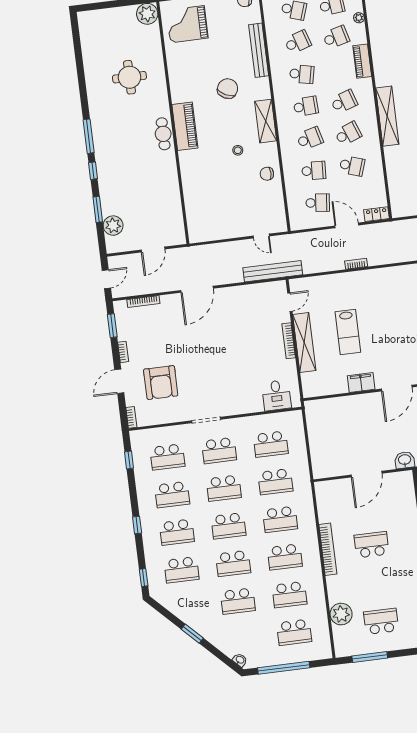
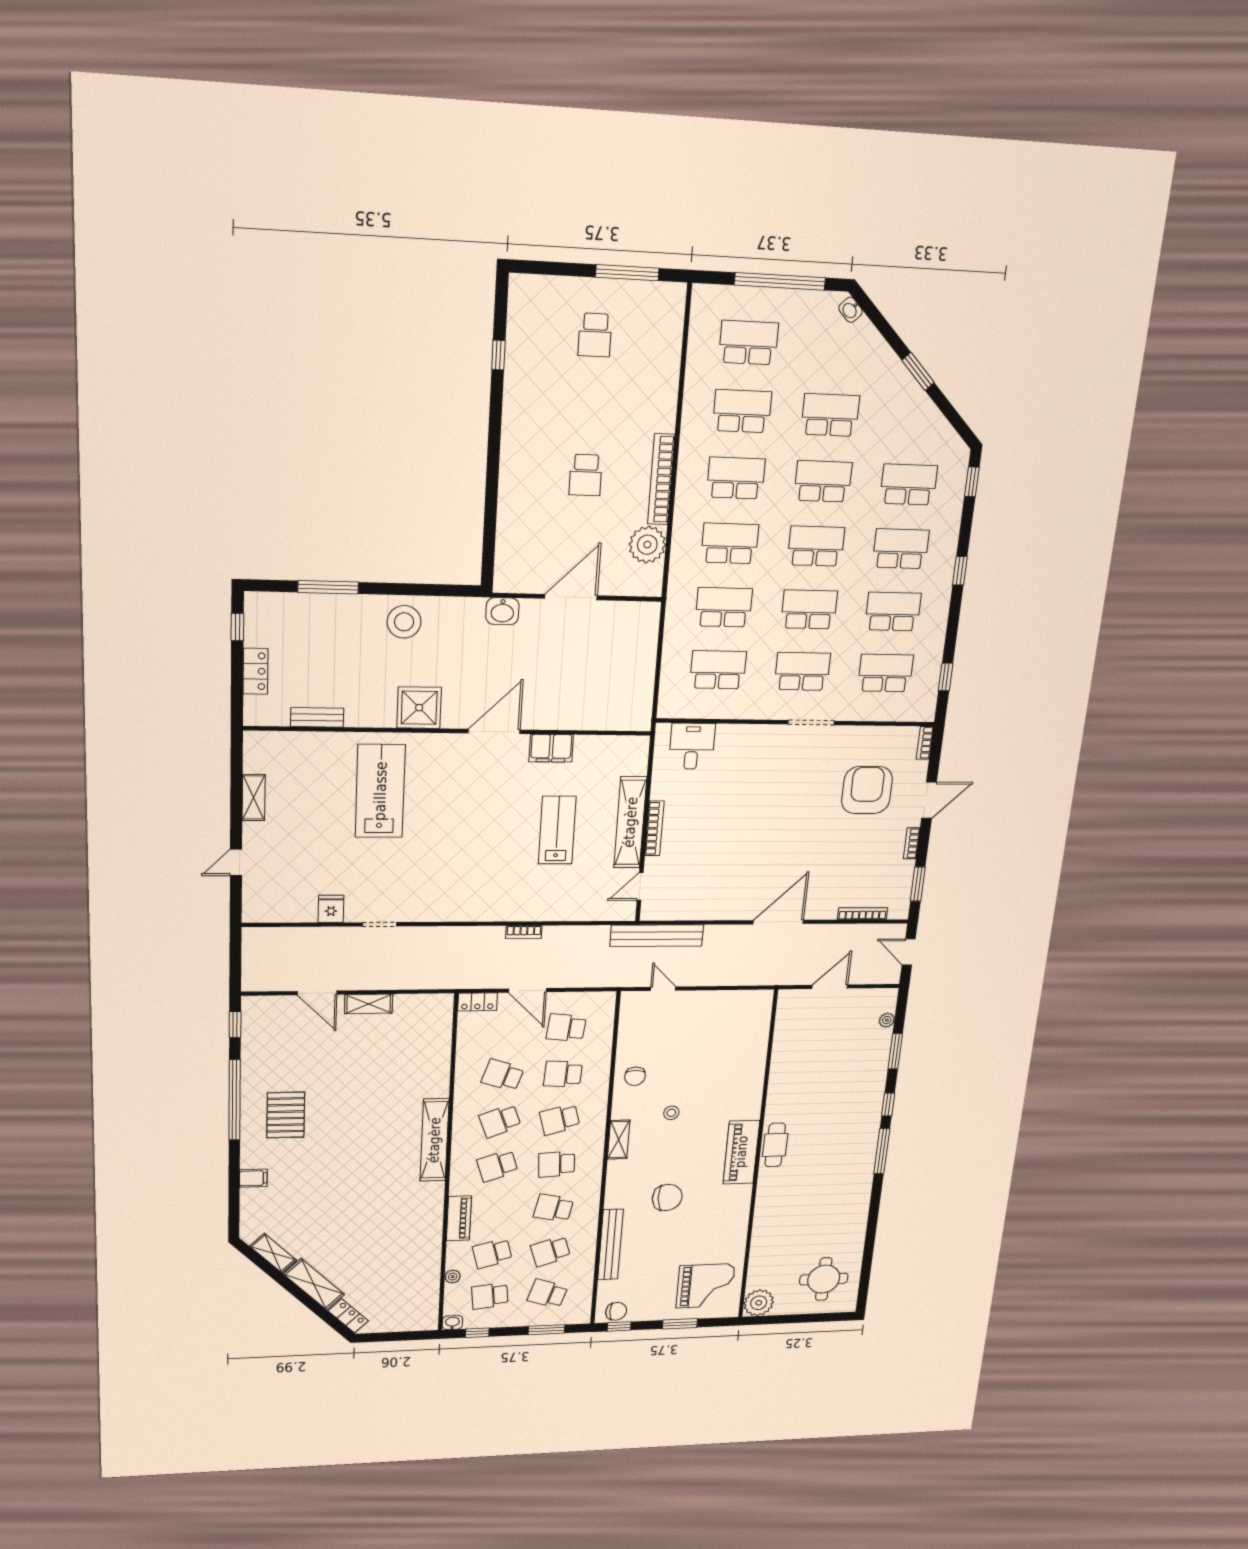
round table: (129, 77) -> (824, 1279), moved
chair: (228, 89) -> (667, 1197), turned -120
shelving: (266, 121) -> (619, 1140), width x0.67, depth x0.75
chair: (267, 174) -> (635, 1076), turned 90
plant: (113, 226) -> (887, 1020), width x0.53, depth x0.53
door: (106, 279) -> (909, 952), hinge flipped
school desk: (372, 545) -> (586, 475), width x0.54
plant: (341, 614) -> (647, 545), moved
school desk: (381, 621) -> (595, 335), width x0.54

